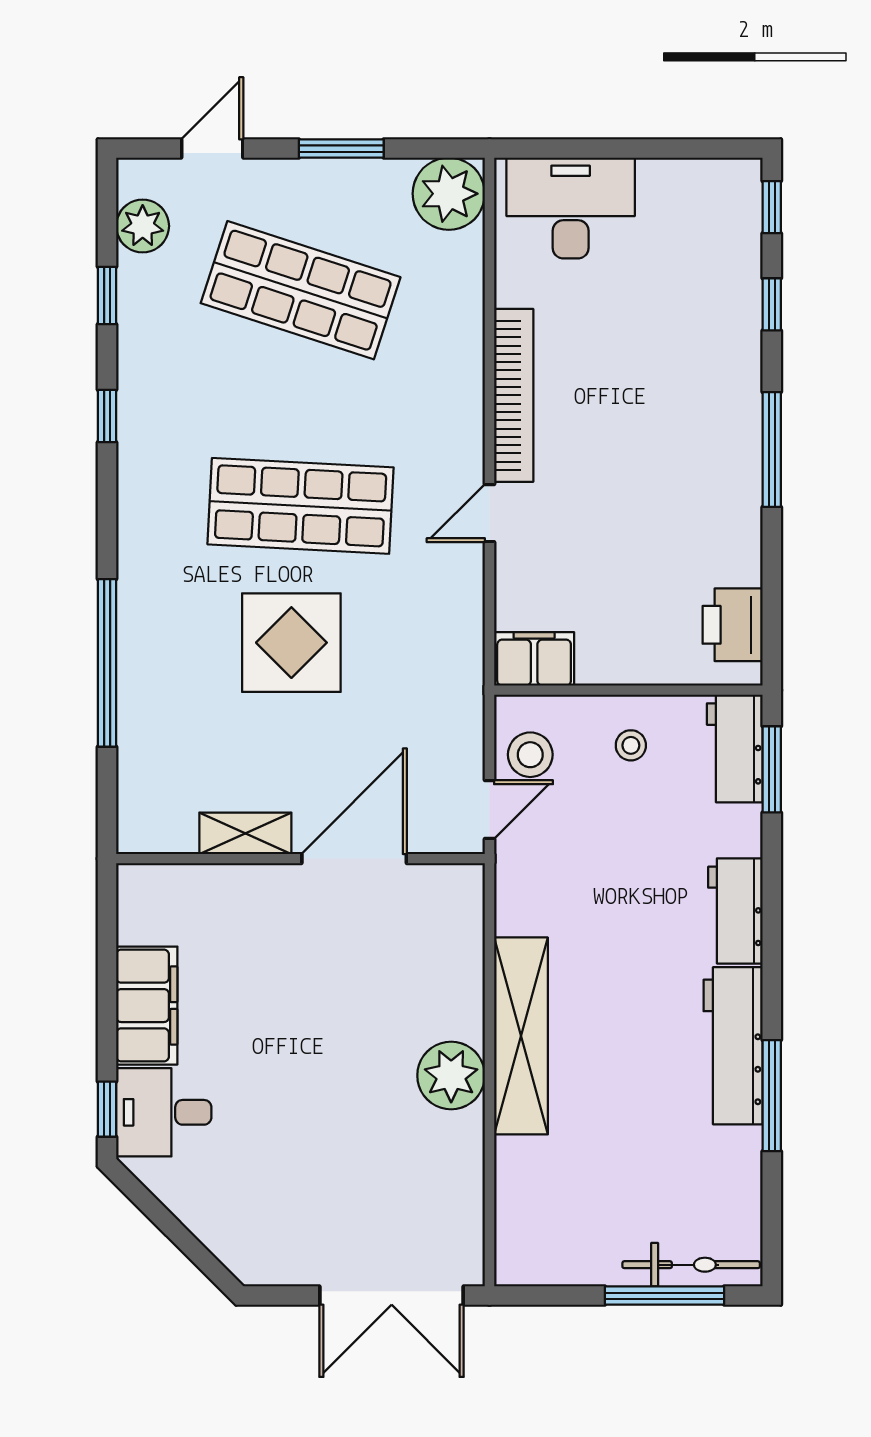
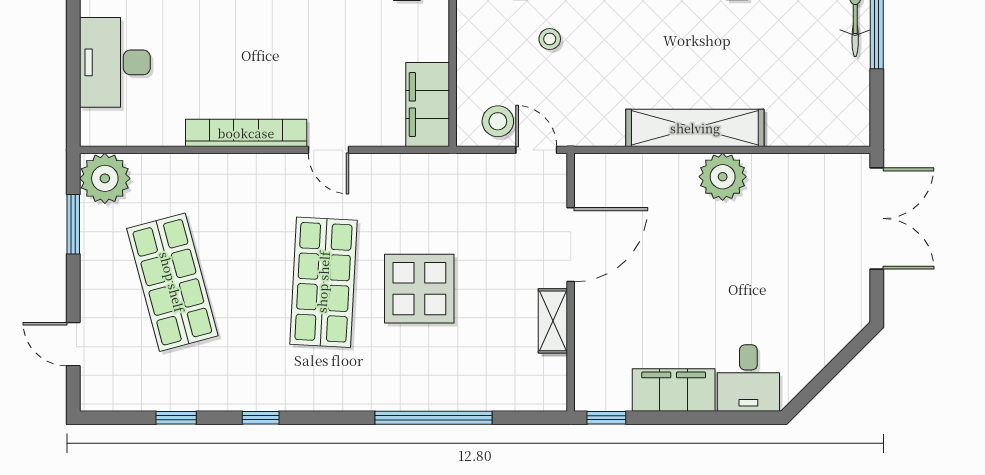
window: (341, 149) -> (73, 224), moved
desk: (571, 208) -> (115, 62), moved
plant: (143, 226) -> (127, 393), removed
shop shelf: (301, 290) -> (172, 282), turned -33
filing cabinet: (534, 659) -> (428, 105), width x1.50, depth x1.17
stool: (631, 745) -> (550, 39), moved
door: (354, 859) -> (571, 245), swing flipped
window: (107, 1109) -> (606, 418), moved

